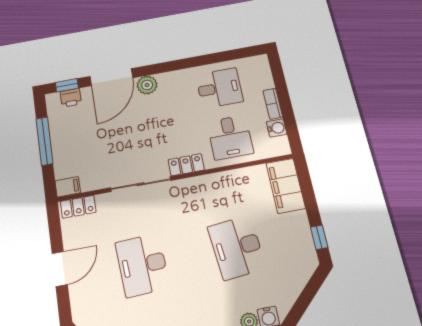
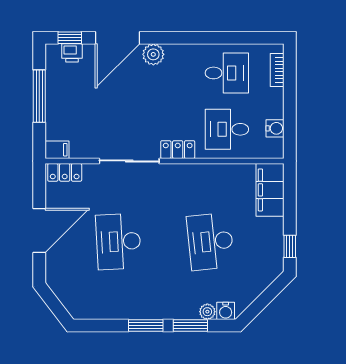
bookcase: (273, 104) -> (277, 70), moved
desk: (230, 137) -> (227, 129), turned 90
door: (60, 269) -> (39, 231), width x1.36

